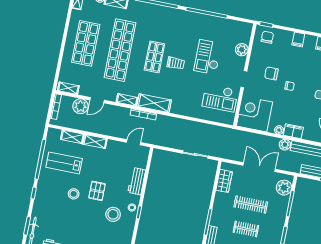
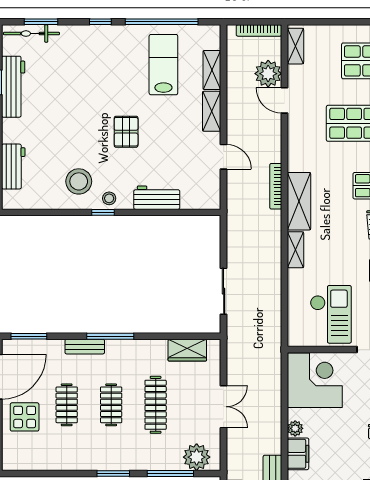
checkout: (220, 98) -> (331, 314), turned 180
shelving: (127, 100) -> (295, 250), moved
door: (134, 142) -> (224, 157), moved
plant: (285, 145) -> (272, 444), removed
double door: (259, 167) -> (224, 407), width x0.73
pallet: (97, 191) -> (126, 132), turned 90
stool: (74, 194) -> (113, 92), removed
stool: (113, 214) -> (79, 181), moved

